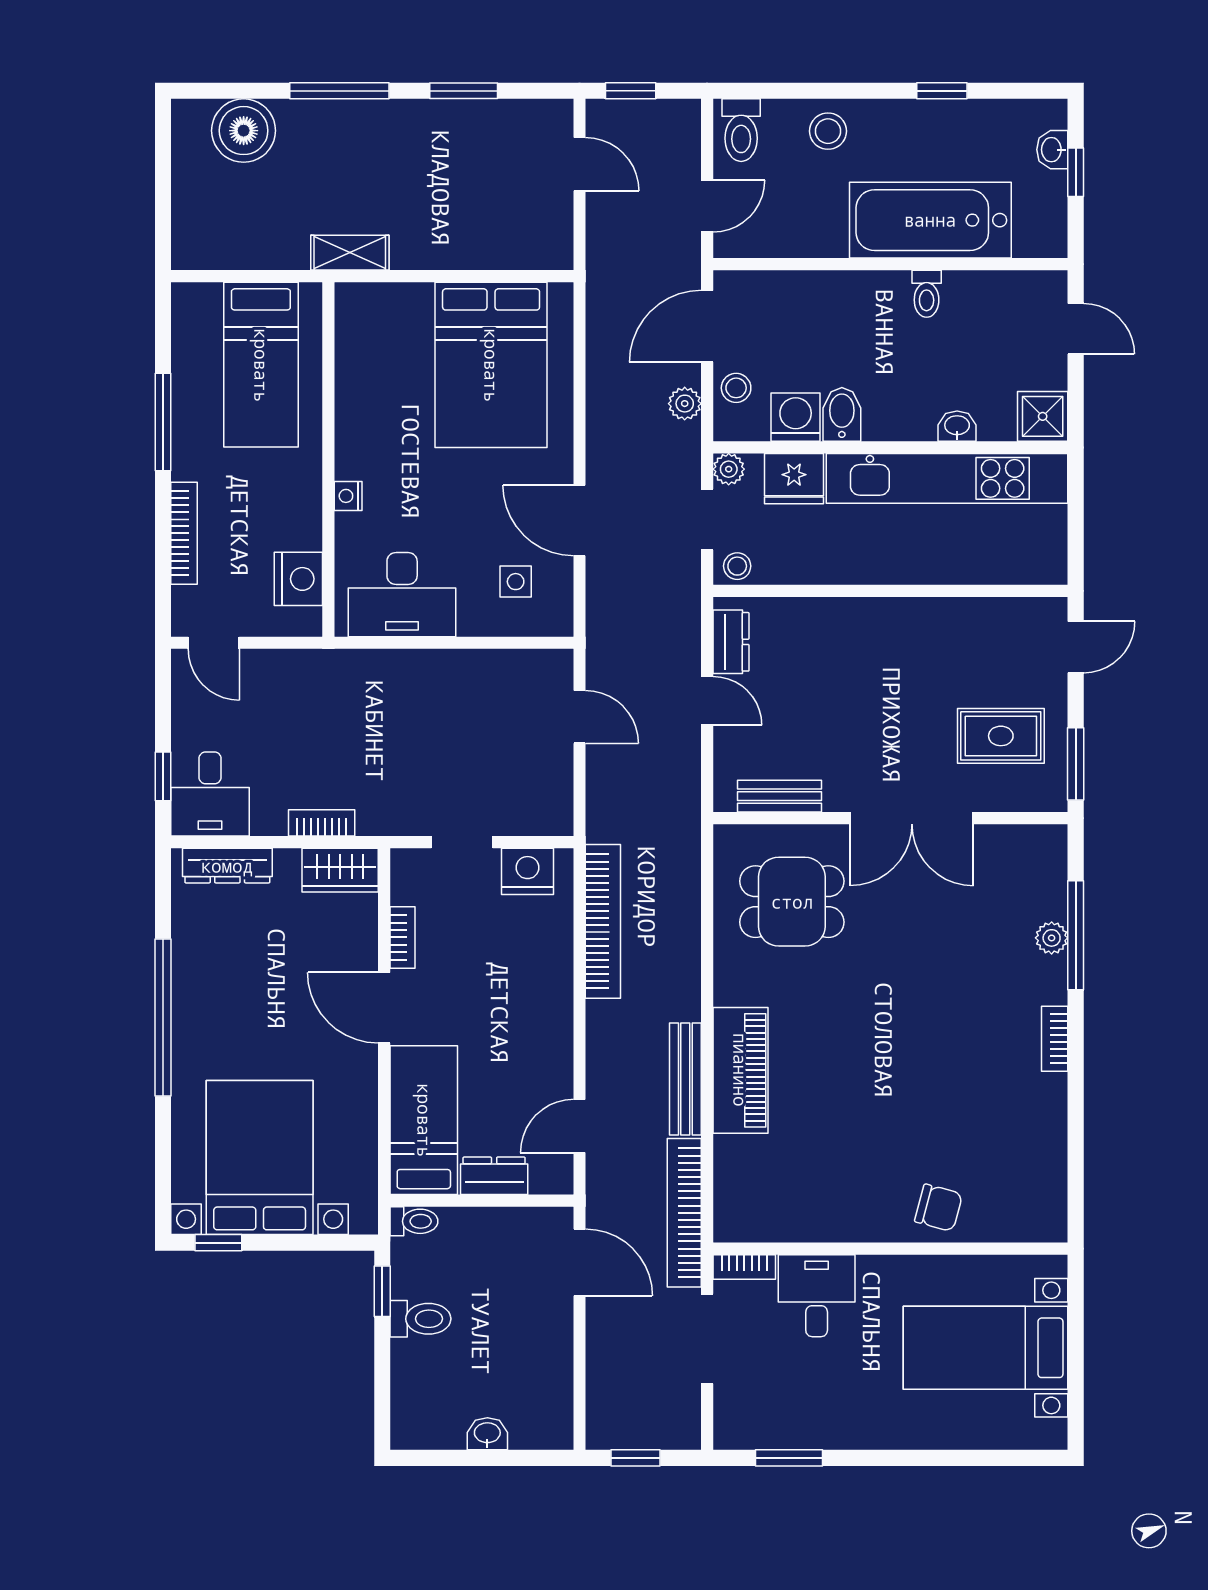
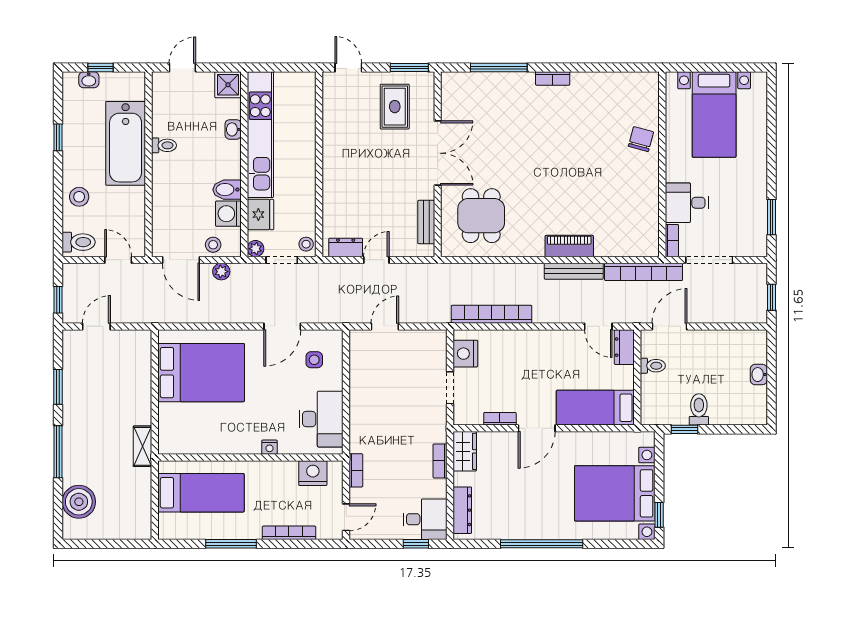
bookcase: (304, 662) -> (356, 470), added
plant: (1052, 938) -> (500, 80), removed
piano: (740, 1070) -> (569, 246), width x0.73, depth x0.75
dresser: (494, 1176) -> (624, 347), moved
toilet: (414, 1221) -> (653, 366), moved, turned 90

